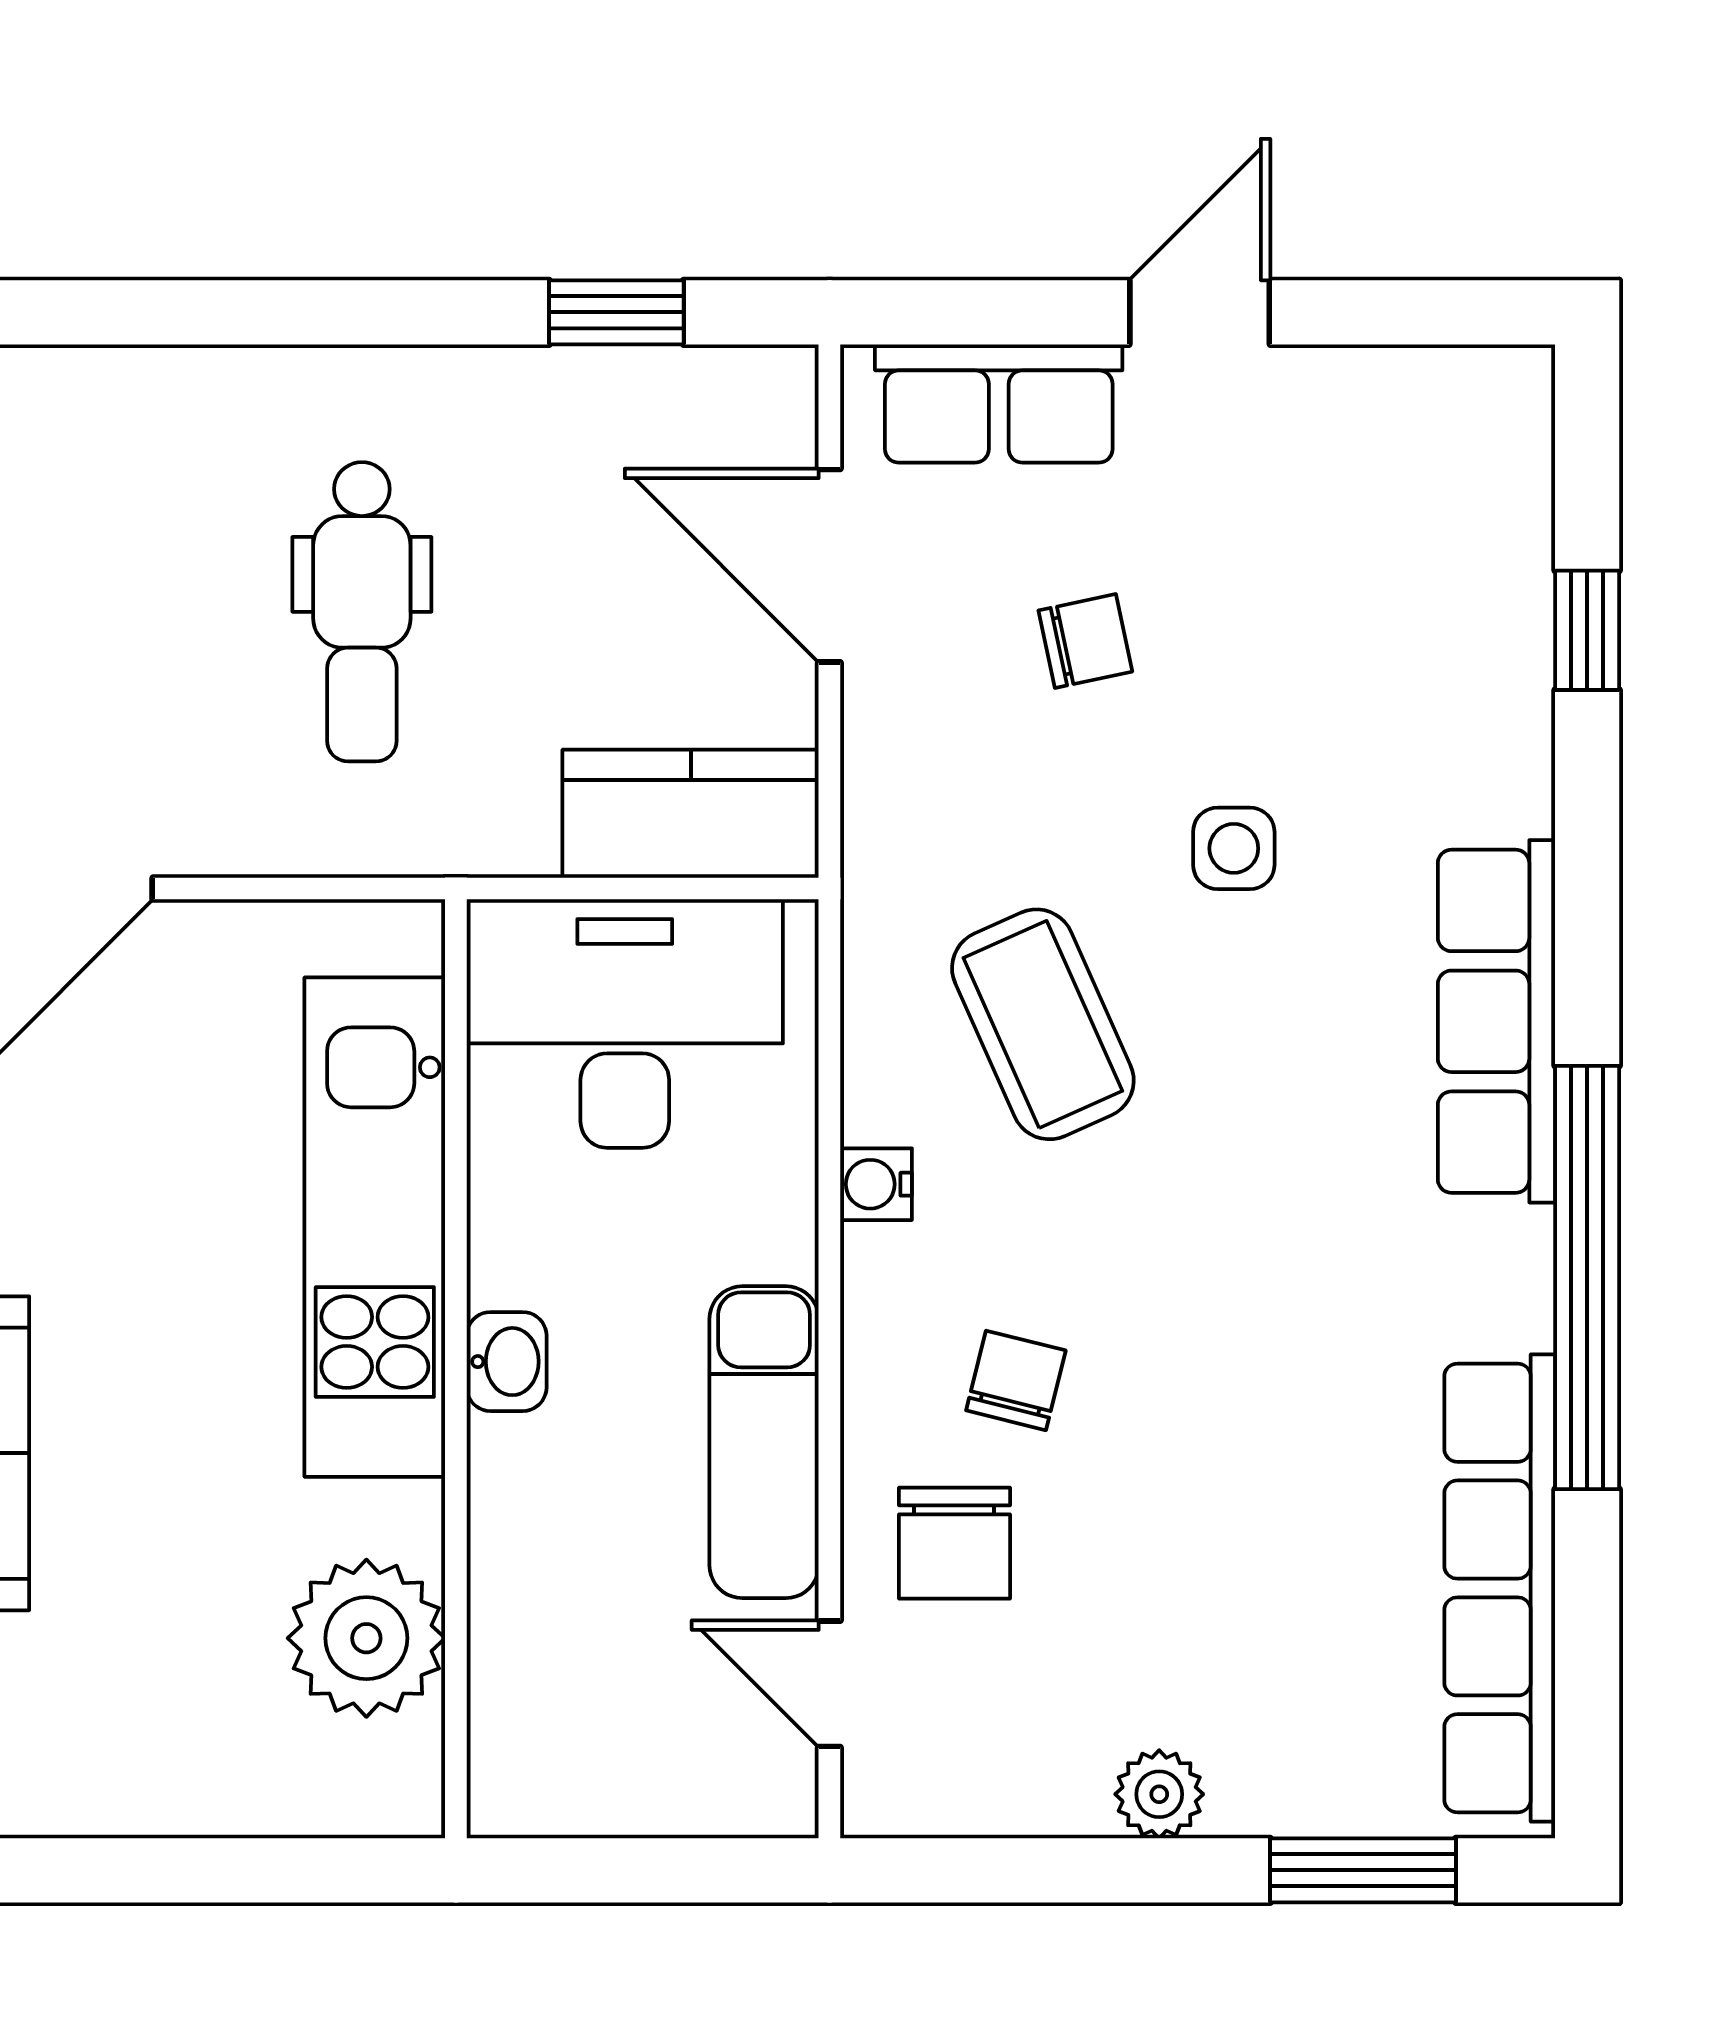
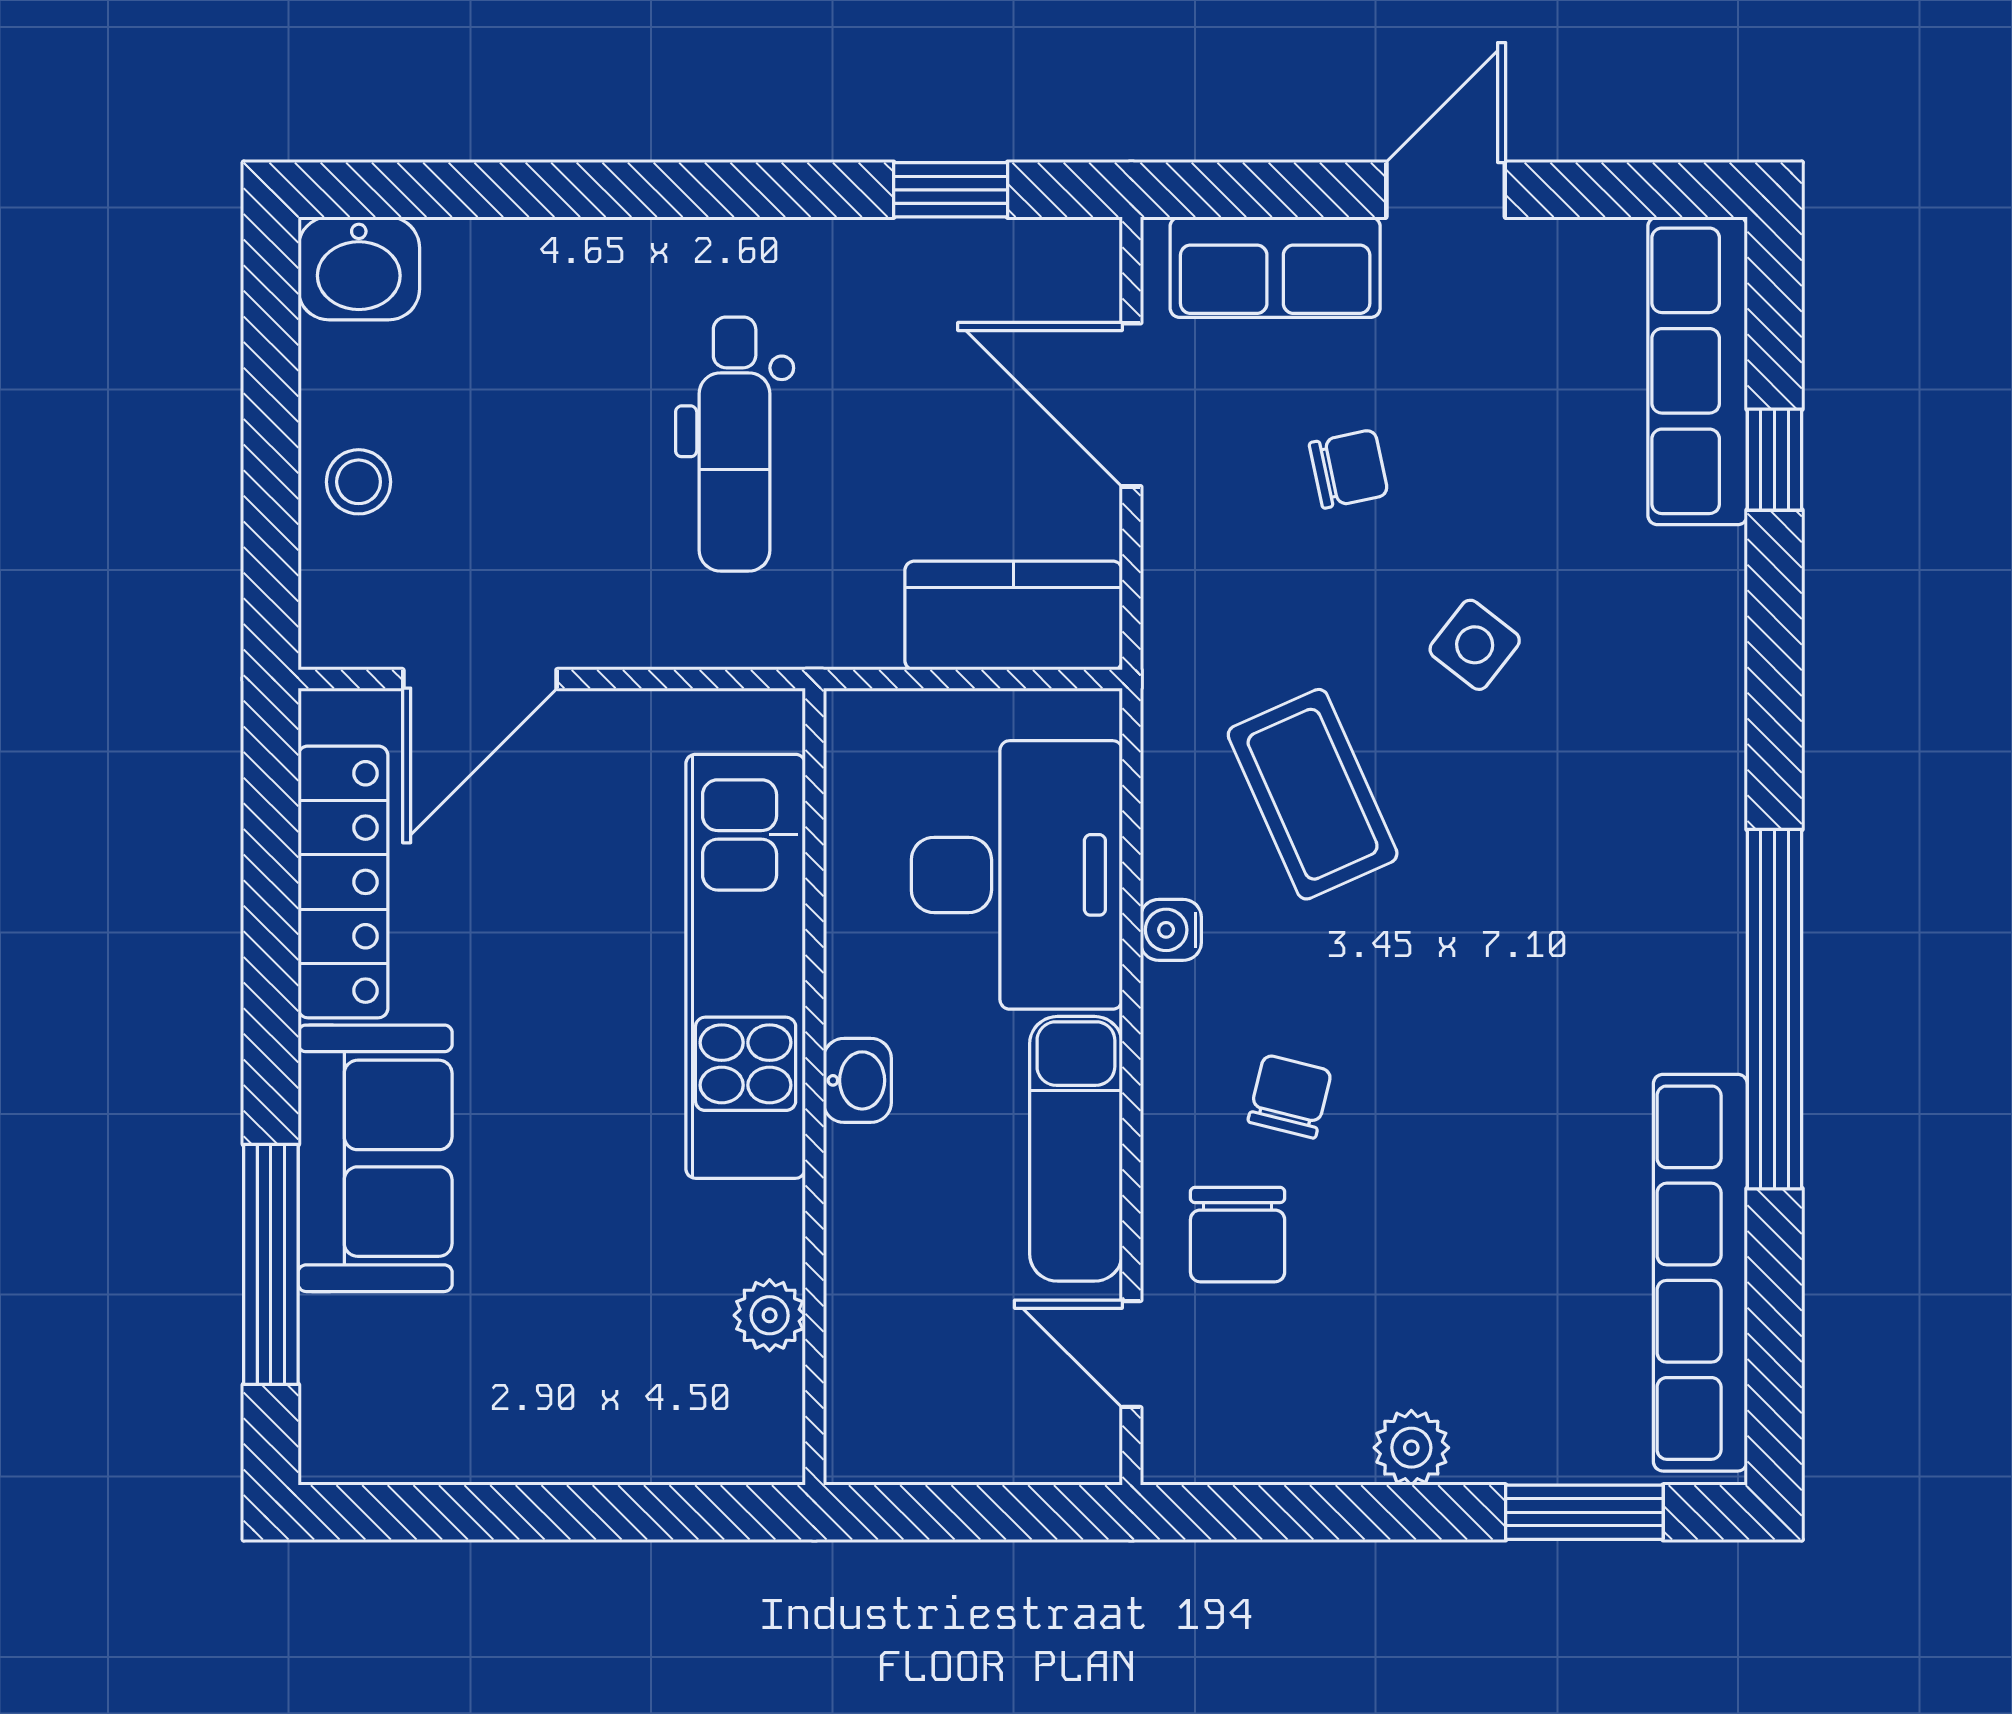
side table: (1234, 848) -> (1475, 645), turned 38
row of seats: (1496, 1021) -> (1698, 371), moved
desk: (625, 1024) -> (1017, 875), moved, turned 90
plant: (366, 1638) -> (770, 1315), width x0.53, depth x0.53

